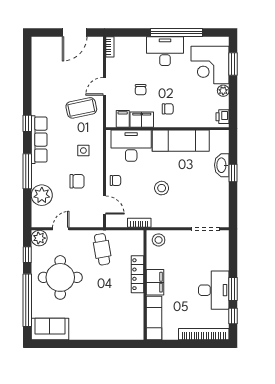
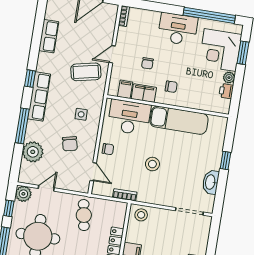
window: (177, 33) -> (209, 15), moved
row of seats: (39, 79) -> (49, 36), added
printer: (223, 117) -> (226, 91), moved
washbasin: (222, 165) -> (211, 182), moved
chair: (77, 181) -> (70, 144), turned 77

